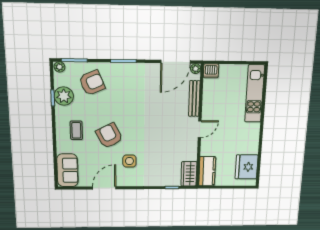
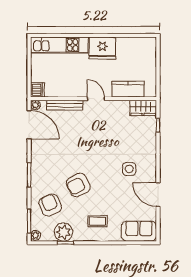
armchair: (109, 136) -> (78, 185), moved
fridge: (247, 167) -> (102, 48), moved
kitchen counter: (207, 171) -> (128, 89), moved

